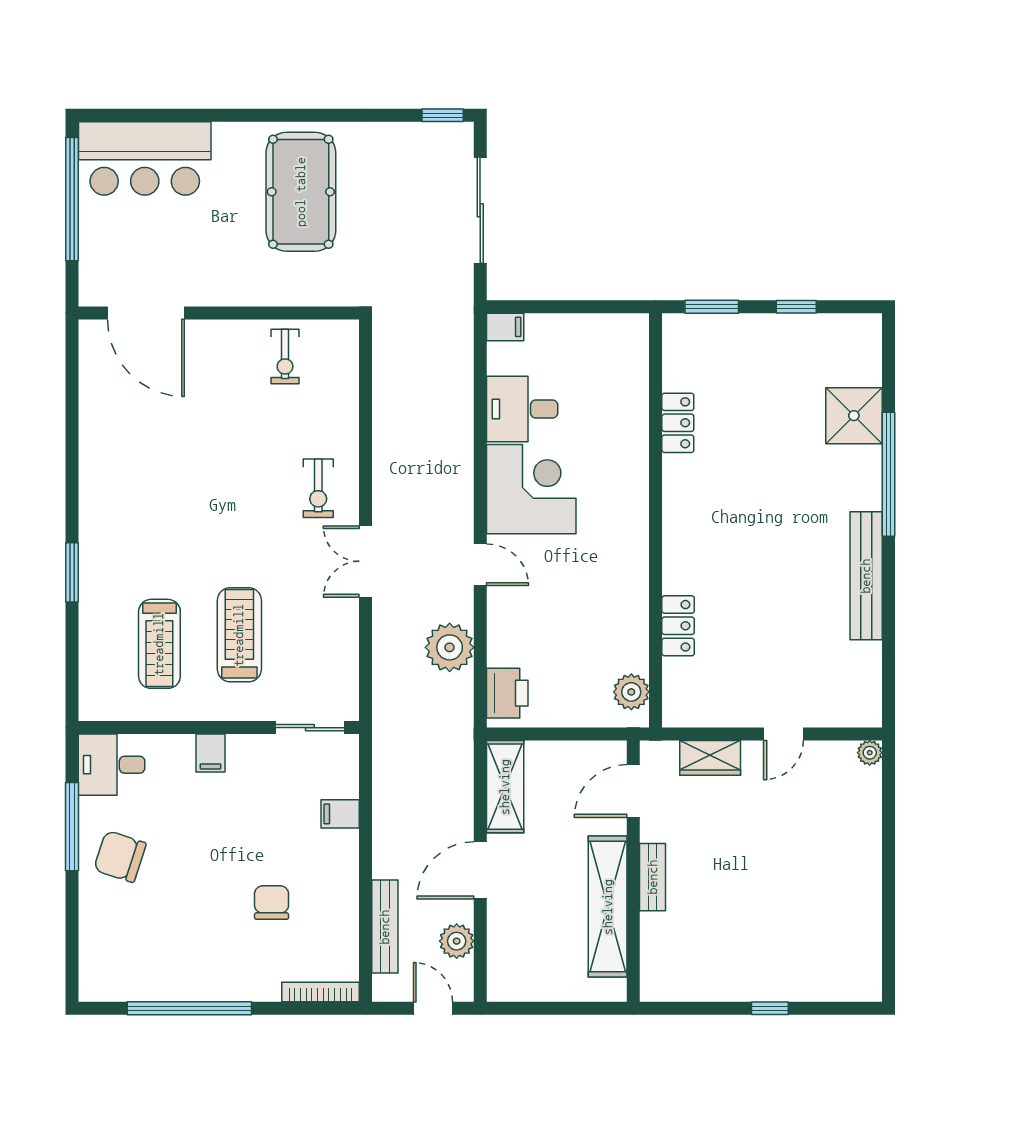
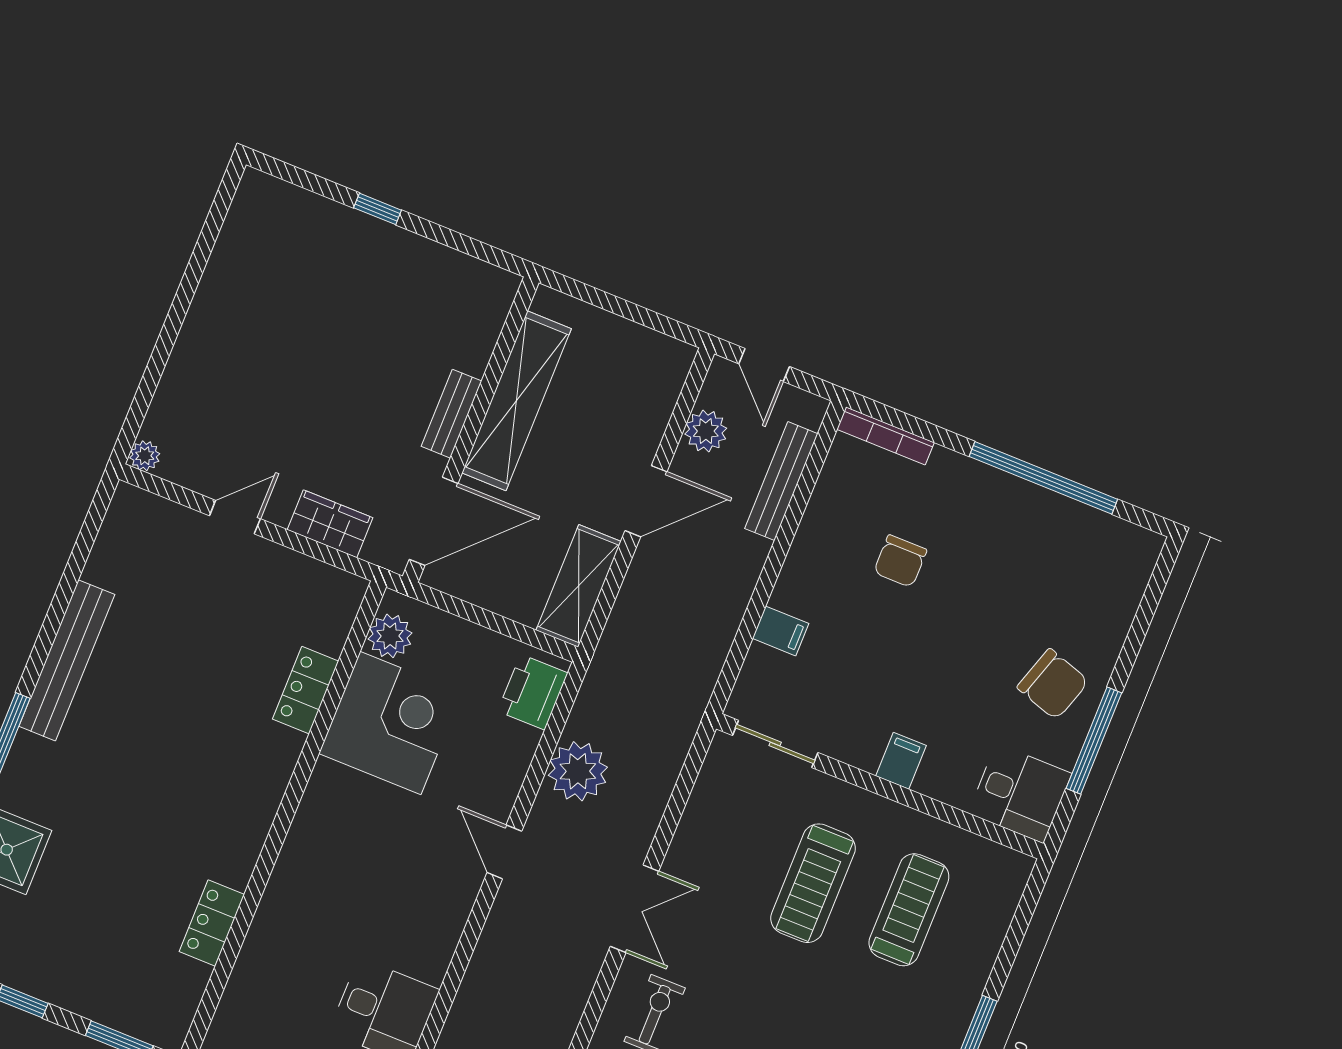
corner desk: (531, 489) -> (390, 723), moved, turned 180
door: (633, 791) -> (434, 521), width x1.36

